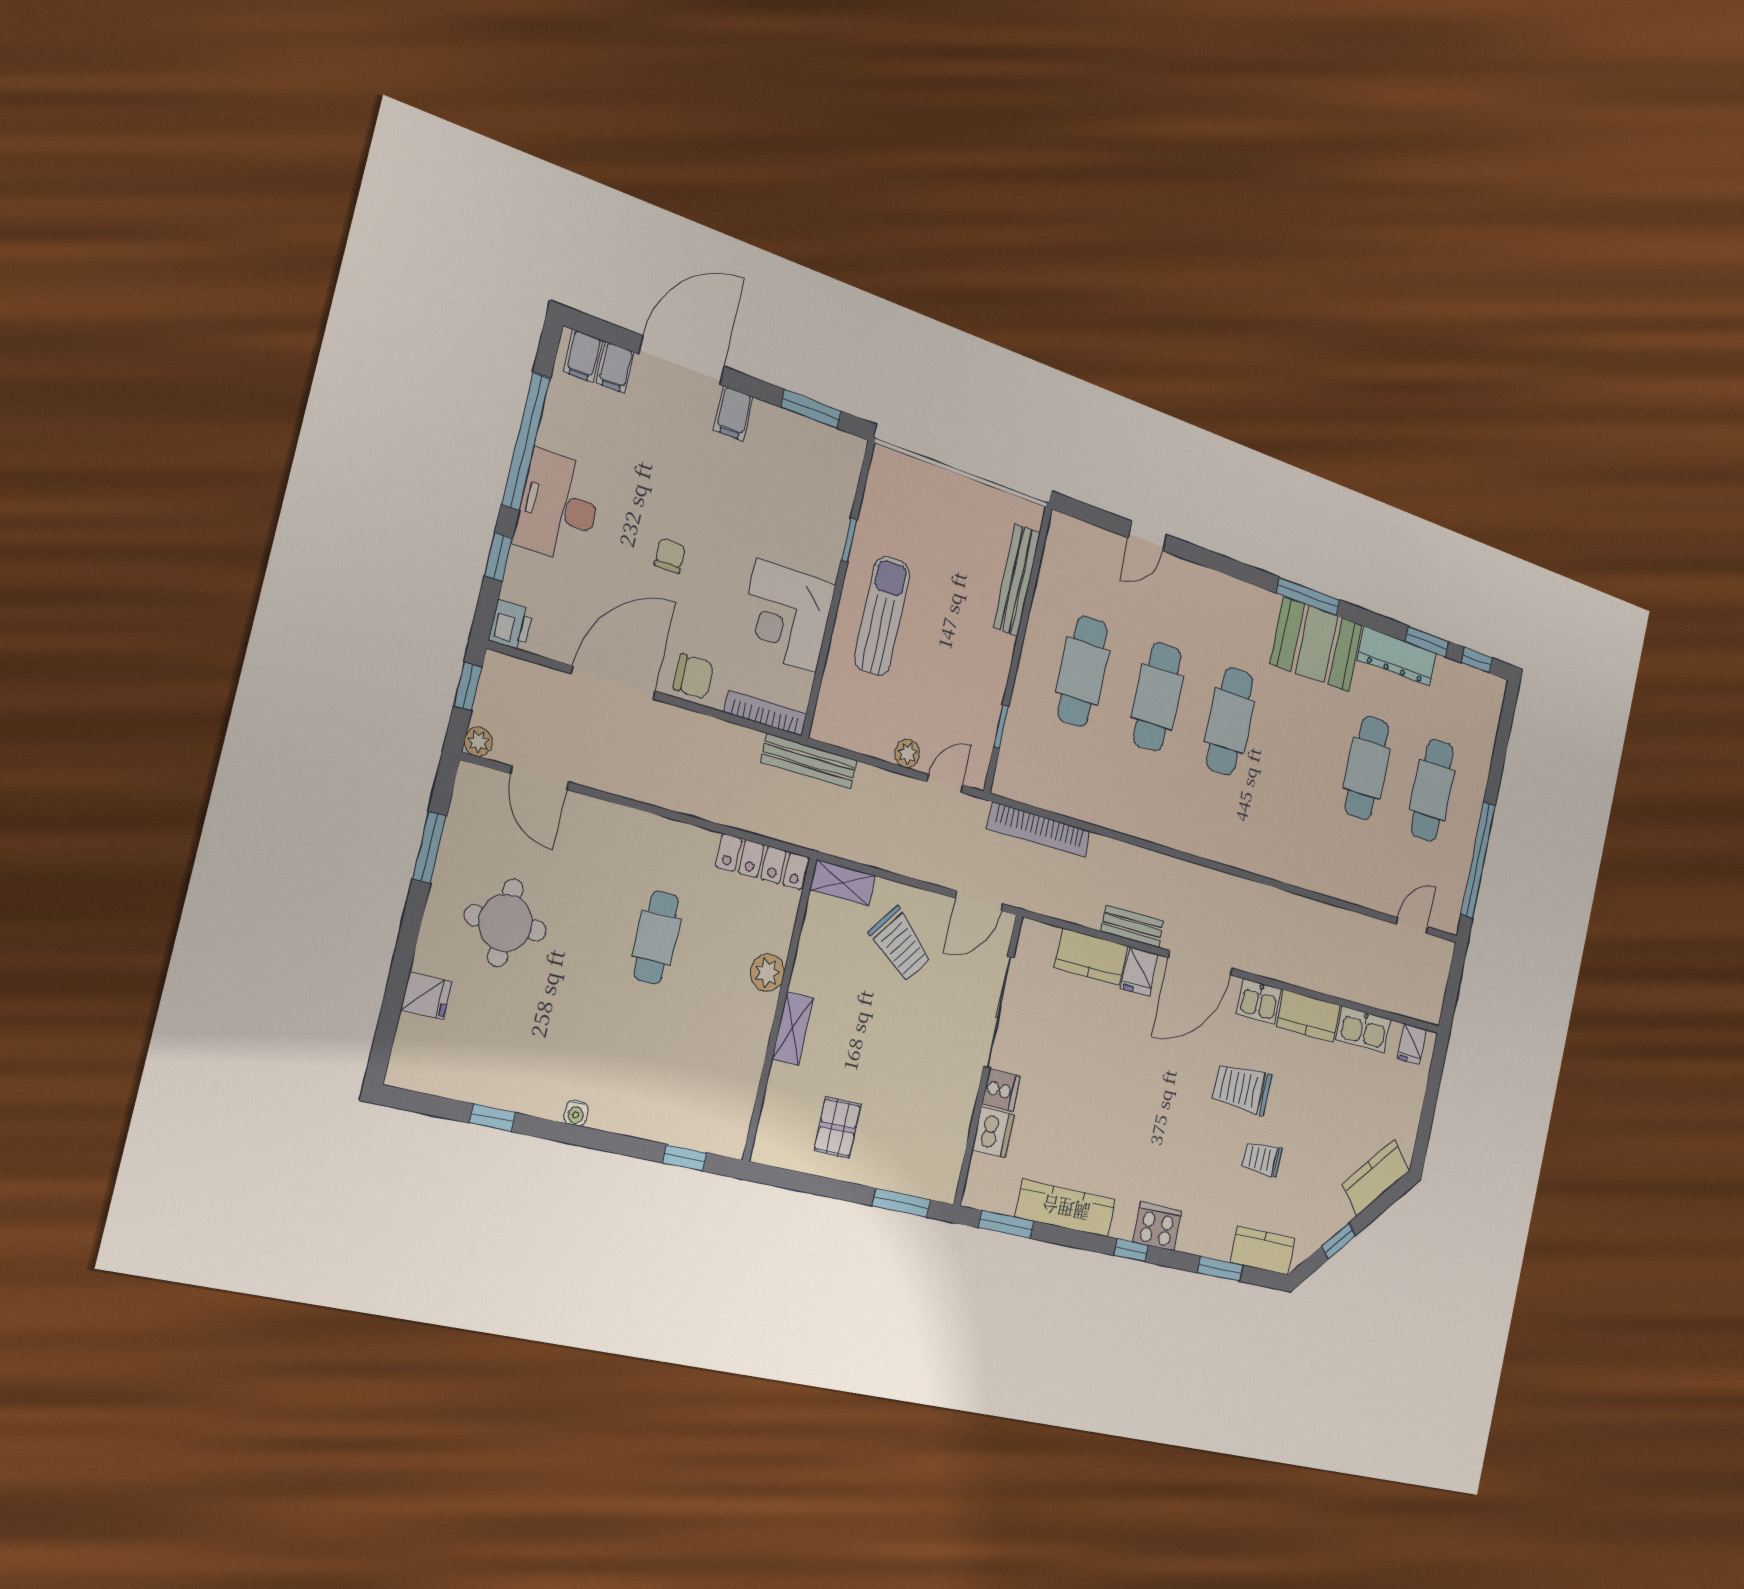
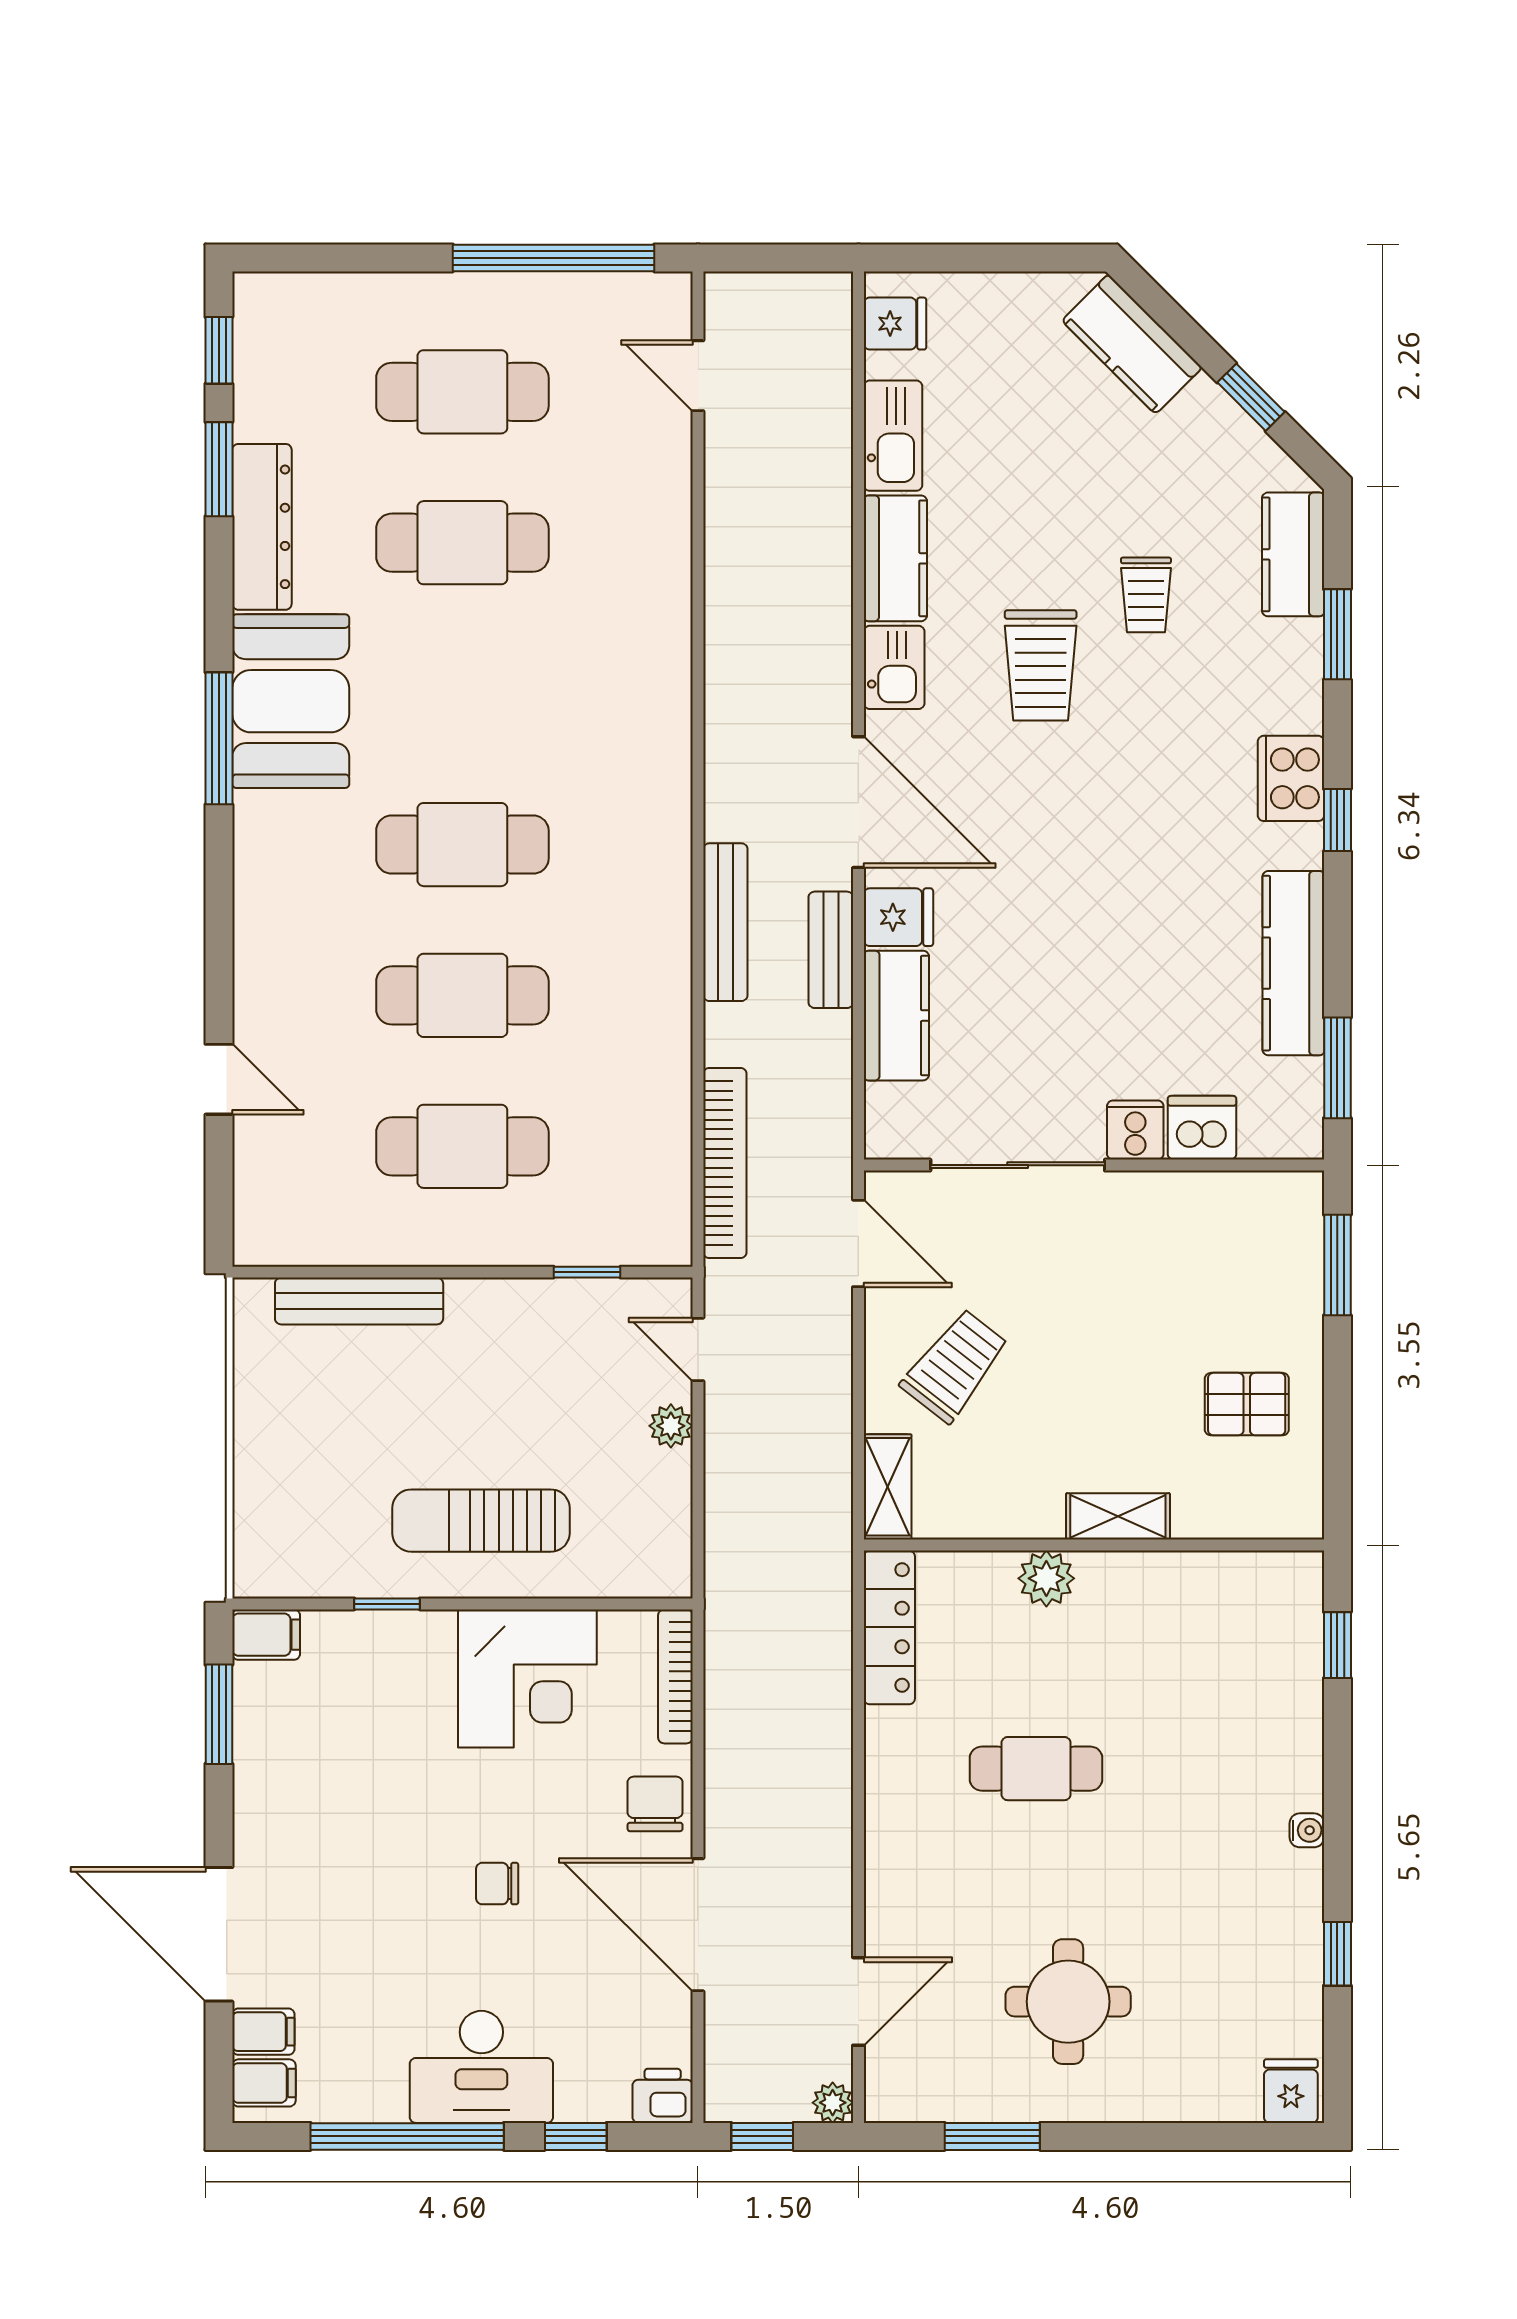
filing cabinet: (733, 413) -> (266, 1635), moved
bench: (809, 761) -> (725, 922), moved
fridge: (426, 996) -> (1291, 2091), moved

